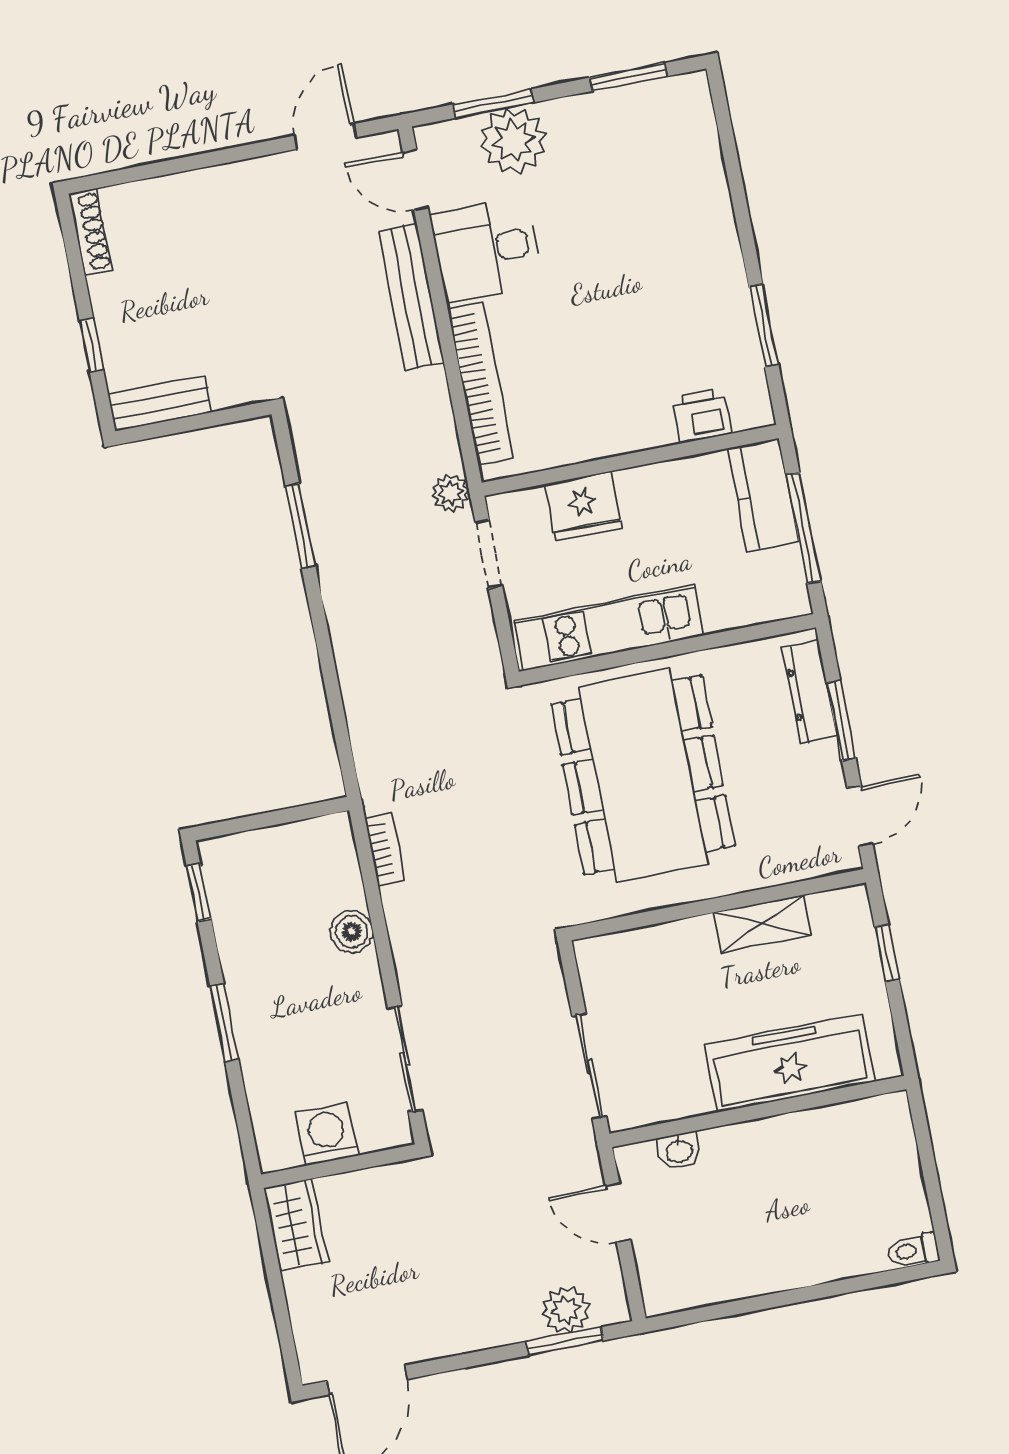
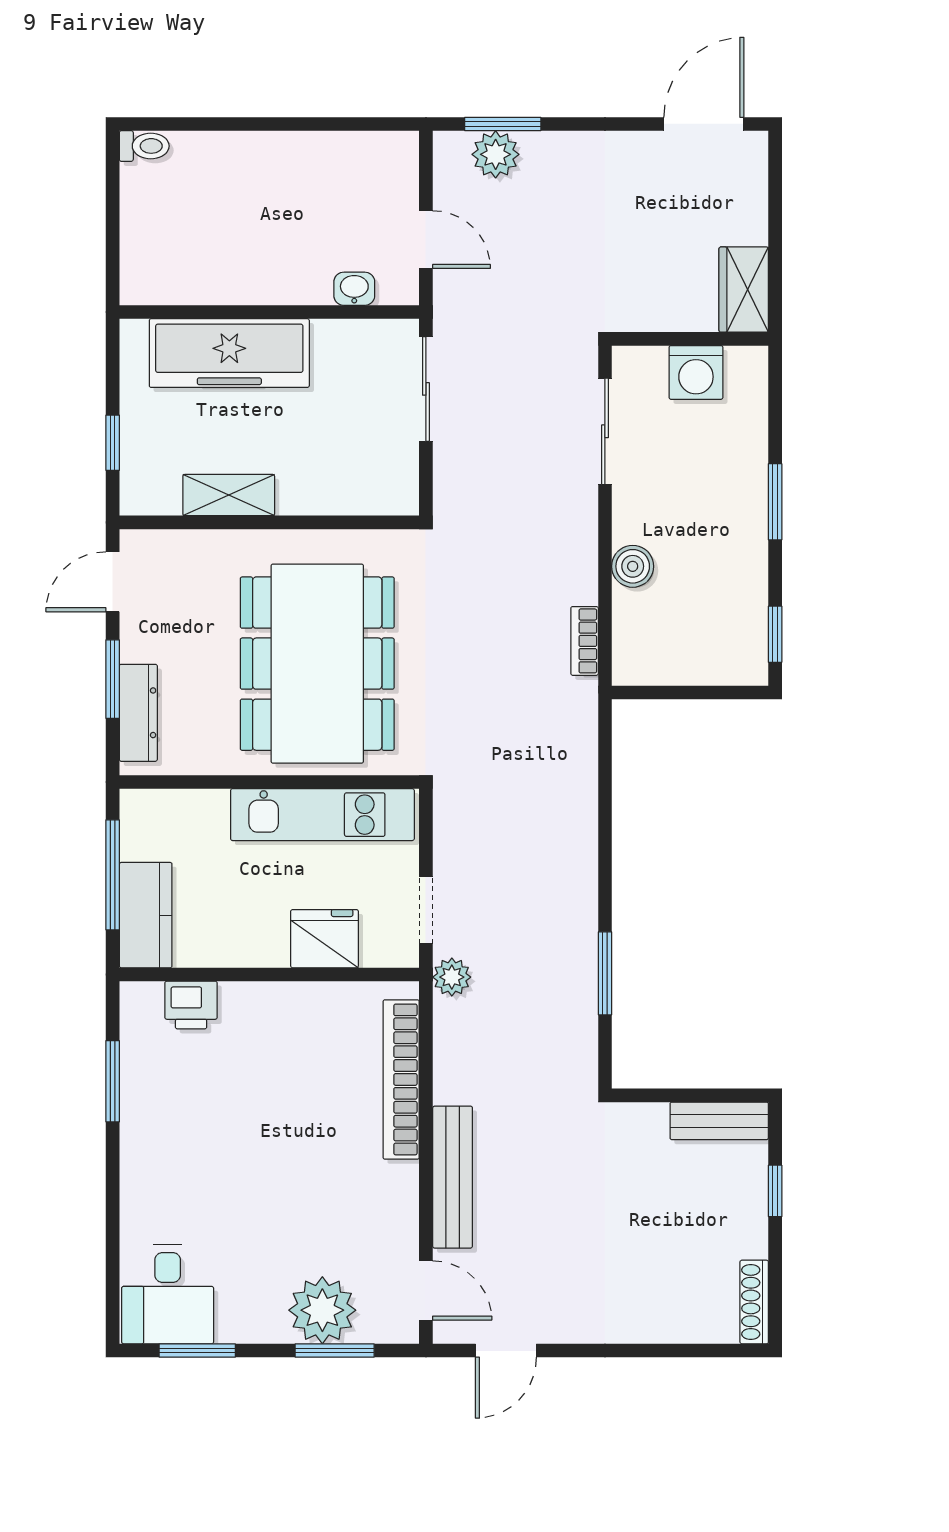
desk: (486, 250) -> (168, 1294), moved, turned 90

